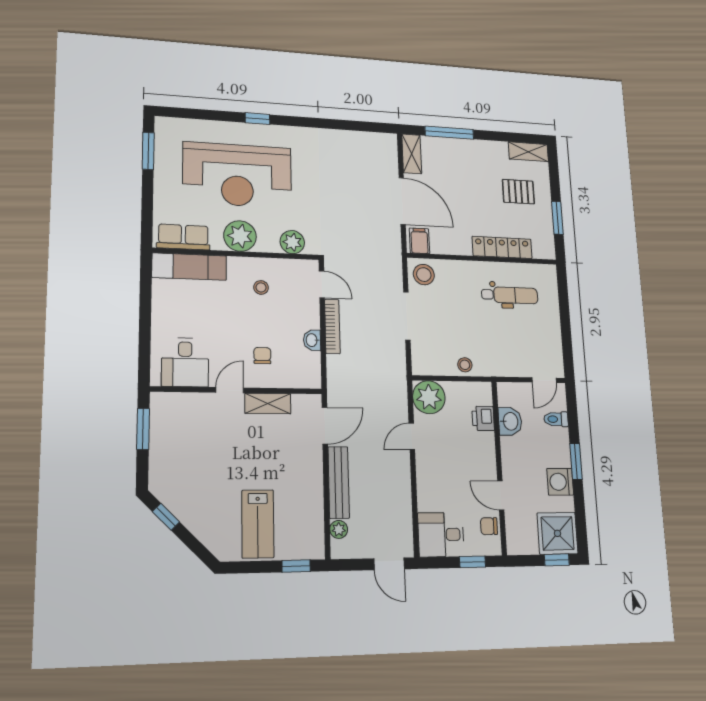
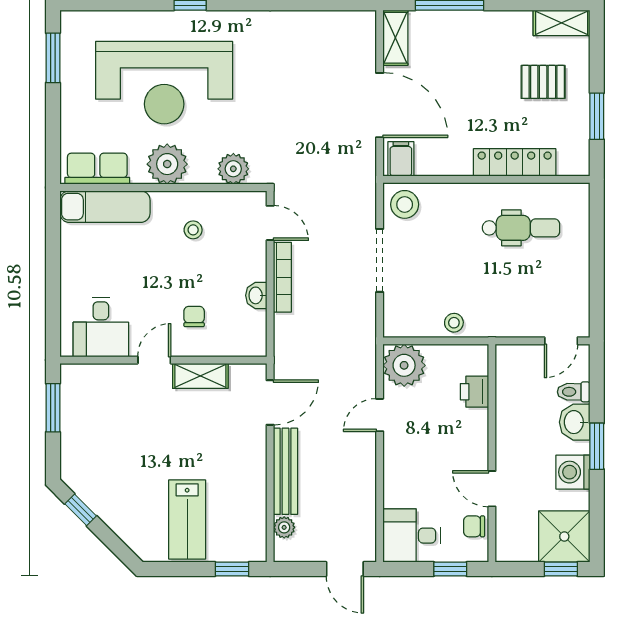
washbasin: (510, 421) -> (575, 422), moved, turned 180

